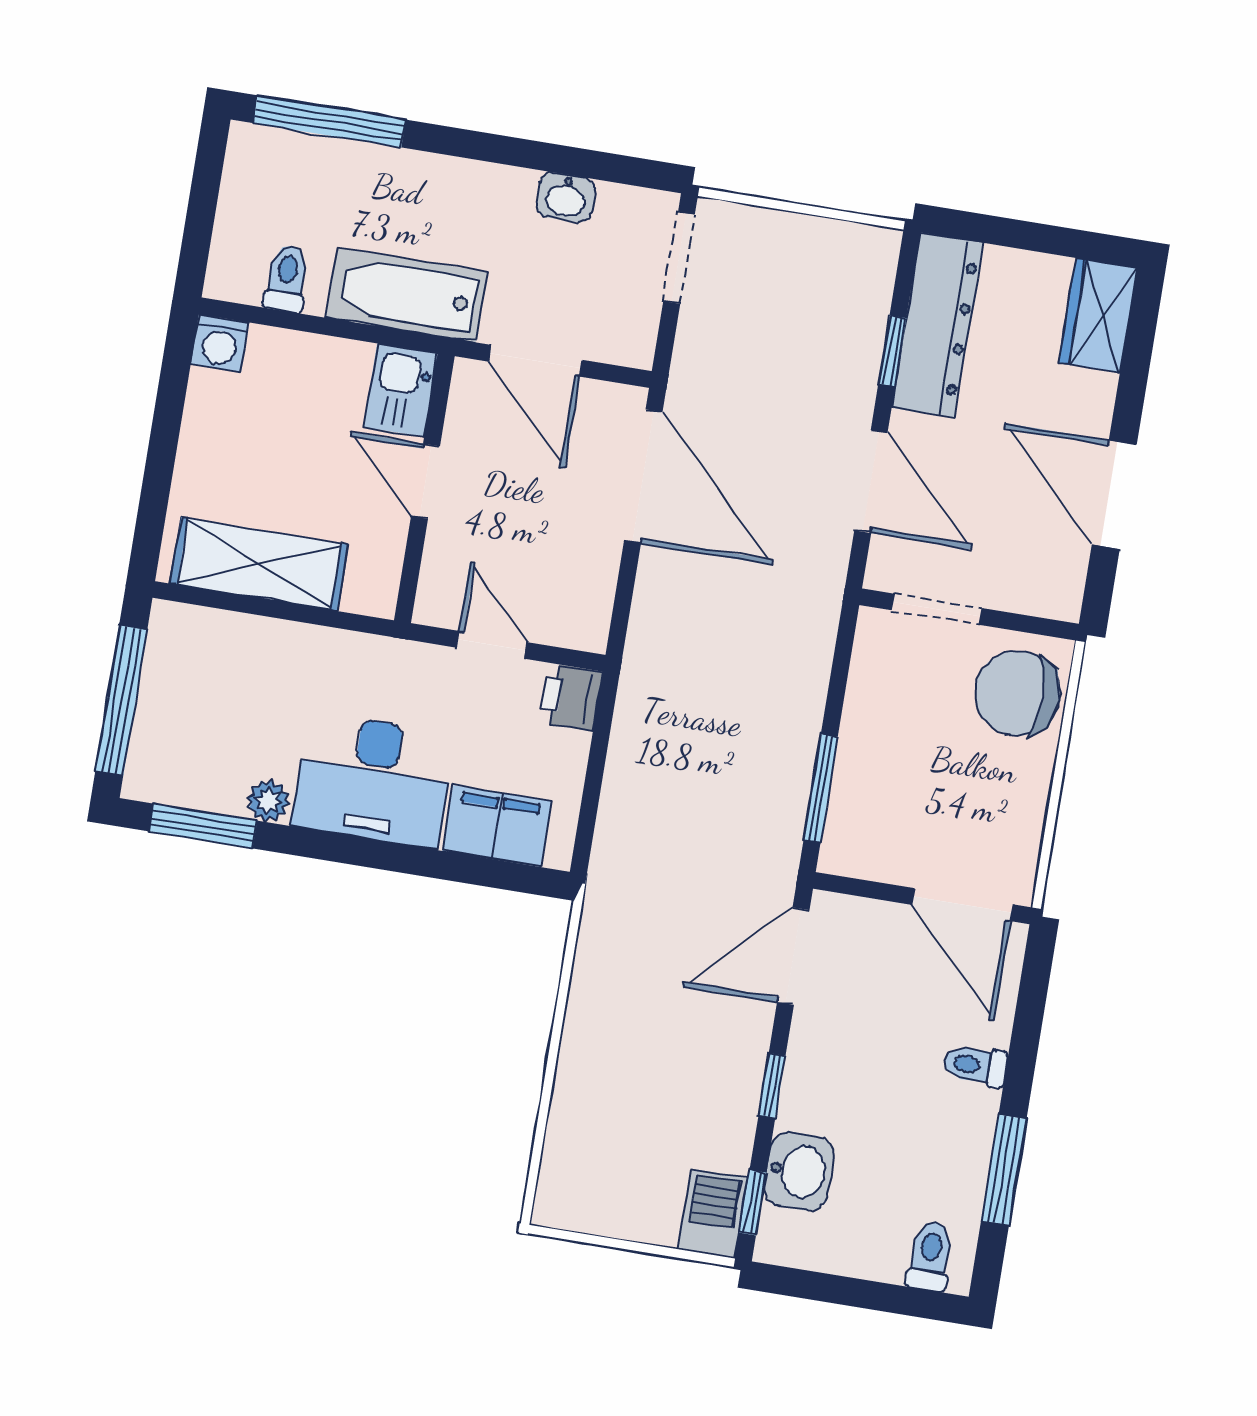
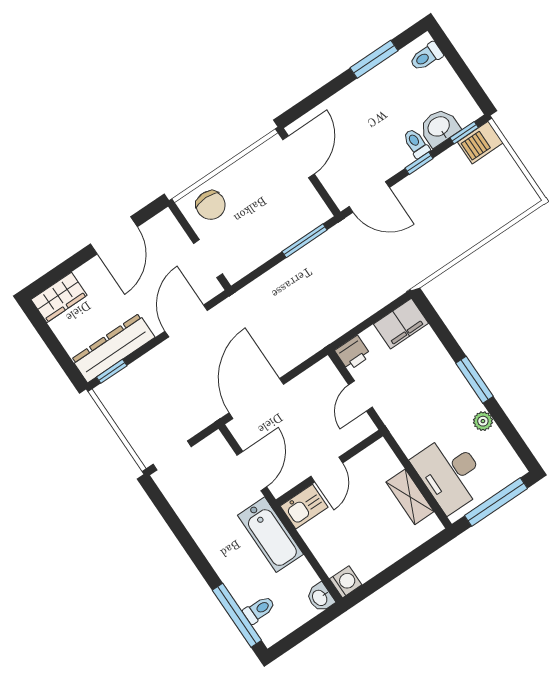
washbasin: (566, 197) -> (320, 598), moved, turned 180
toilet: (287, 278) -> (259, 610), moved, turned 180
window: (892, 351) -> (112, 371), moved
shelving: (259, 564) -> (410, 497), width x0.67, depth x0.75
chair: (1017, 693) -> (211, 205), width x0.73, depth x0.73
desk: (374, 780) -> (450, 473), moved, turned 180
window: (203, 826) -> (475, 380), moved
filing cabinet: (497, 826) -> (401, 324), moved, turned -90
toilet: (975, 1065) -> (416, 143), moved, turned 180

